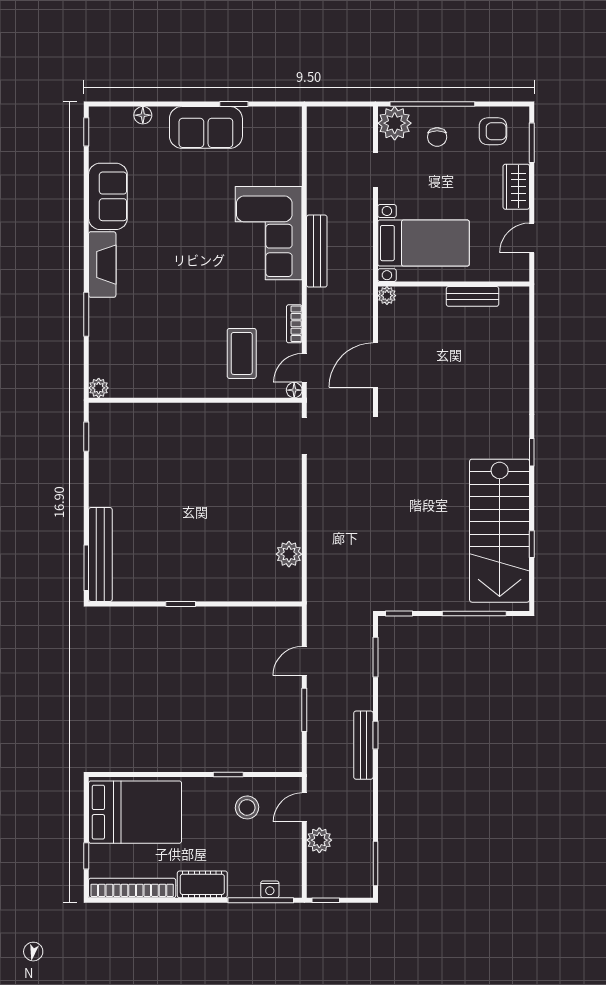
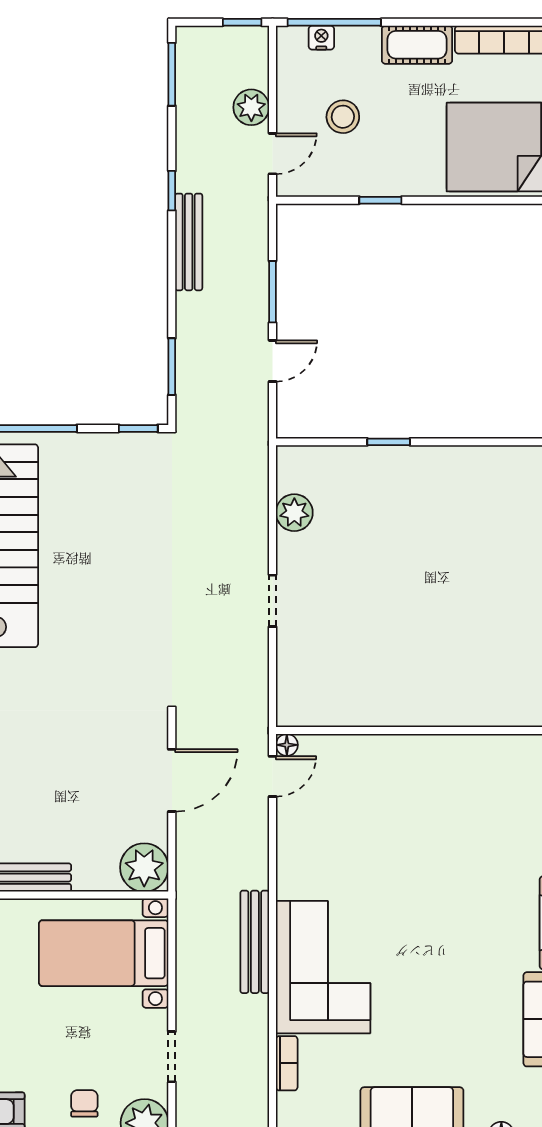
plant: (387, 296) -> (144, 867), width x1.88, depth x1.88
bookcase: (294, 324) -> (287, 1063), moved
coffee table: (242, 353) -> (361, 797), removed
doorway: (304, 436) -> (272, 601), moved
window: (181, 604) -> (389, 442), moved
window: (375, 735) -> (172, 191), moved
stool: (247, 807) -> (343, 117), moved

